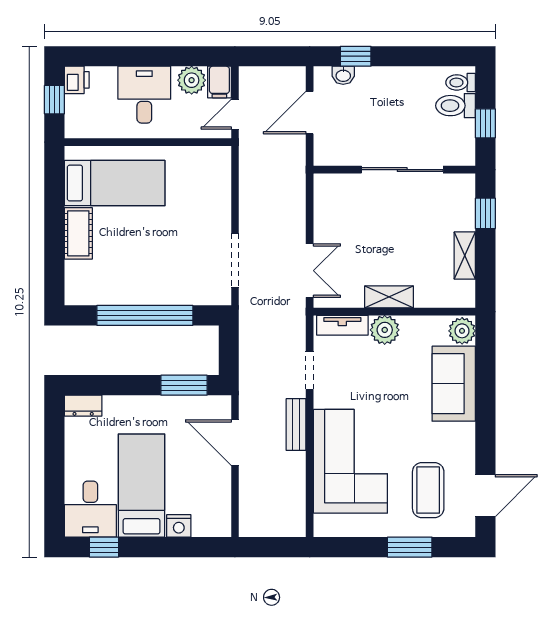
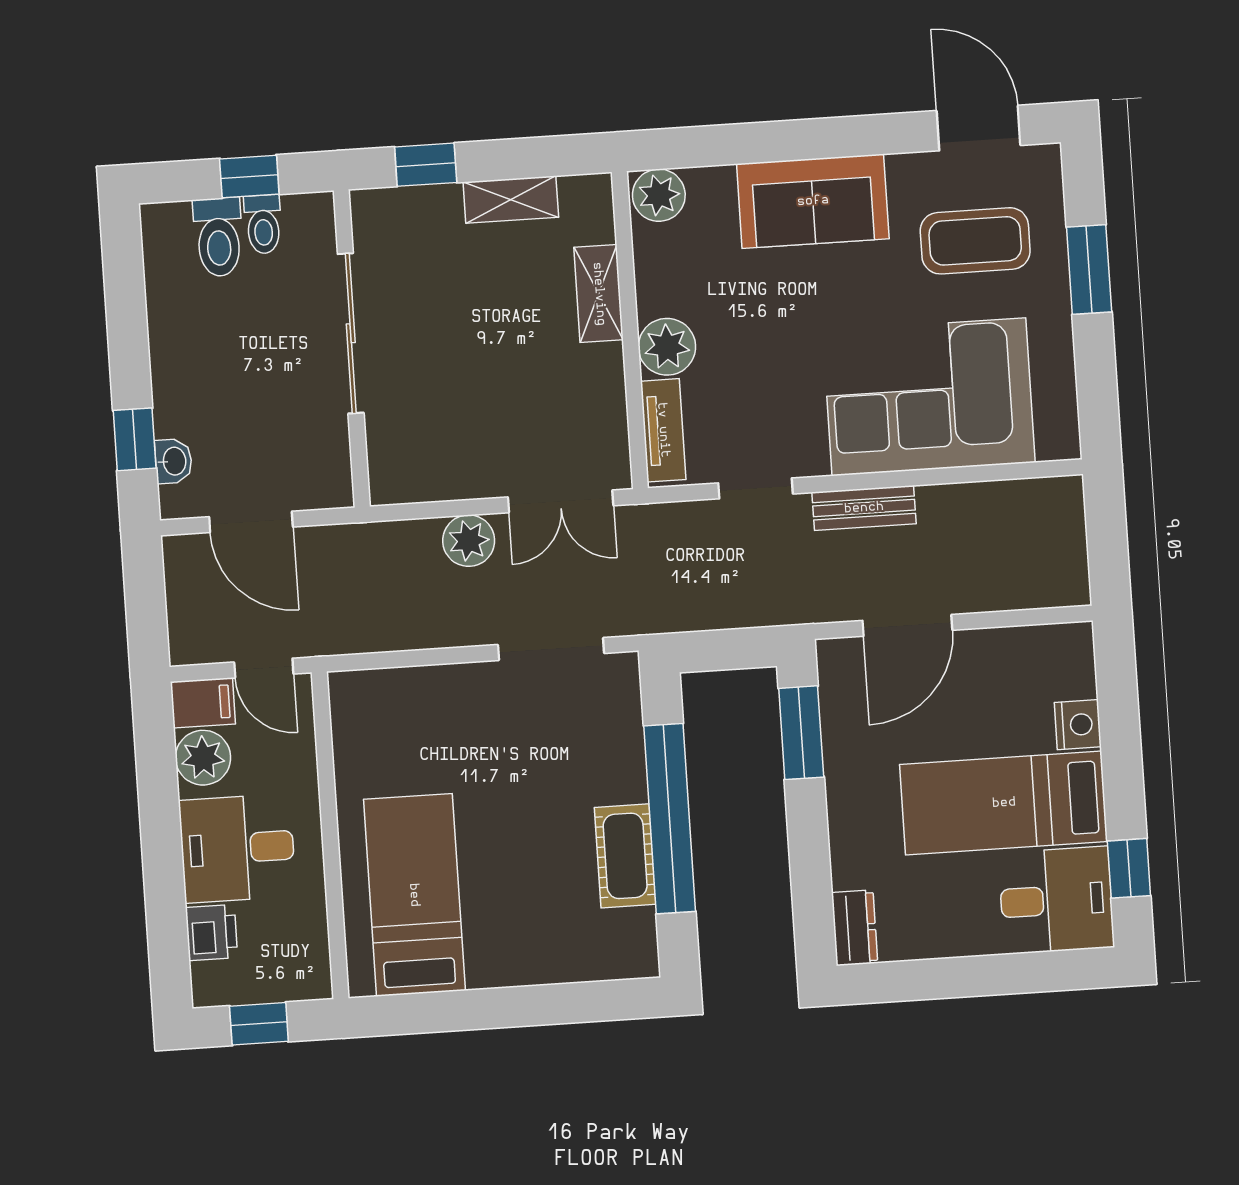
printer: (77, 80) -> (212, 933), moved, turned 90
toilet: (461, 82) -> (263, 224), moved
plant: (293, 223) -> (469, 541), added
cot: (78, 233) -> (625, 856), moved, turned 90
double door: (310, 271) -> (561, 501), swing flipped
shelving: (389, 297) -> (599, 294), moved
sofa: (454, 384) -> (813, 201), moved

